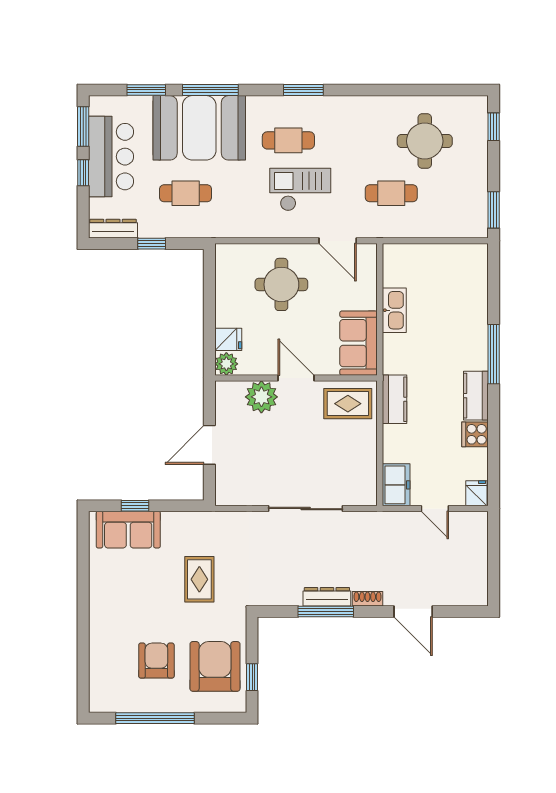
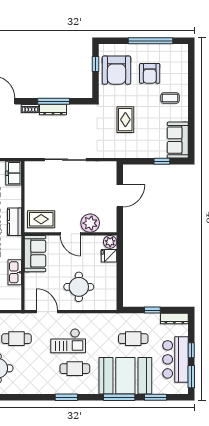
sofa: (128, 530) -> (178, 140), moved, turned -90
coffee table: (121, 617) -> (170, 98), added

